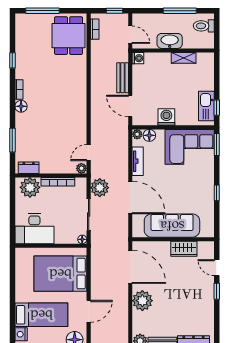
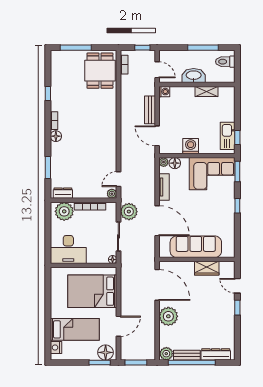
window: (217, 193) -> (237, 206), moved

